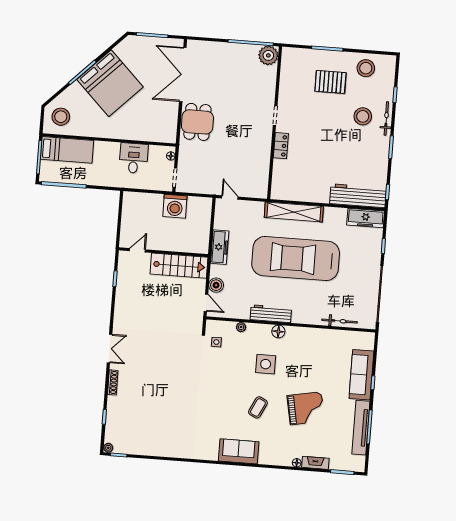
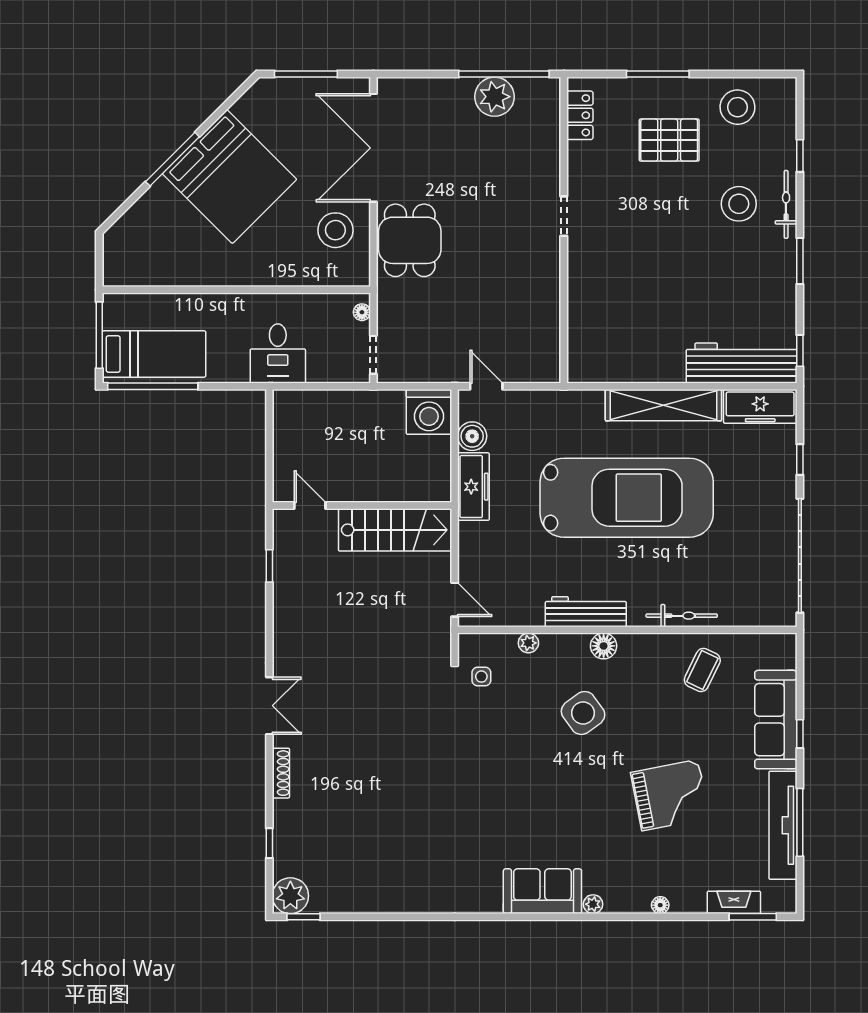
plant: (268, 55) -> (495, 97), moved
stool: (61, 117) -> (335, 230), moved
locker: (281, 146) -> (580, 115), moved
bed: (67, 150) -> (154, 354), moved
desk: (134, 158) -> (278, 354), moved, turned 180
washing machine: (175, 206) -> (429, 412), moved
shelving: (294, 212) -> (663, 405), moved
door: (137, 250) -> (310, 506), hinge flipped
car: (296, 258) -> (627, 498), turned 180
boiler: (216, 285) -> (472, 436), moved
bicycle: (339, 321) -> (682, 616), moved
side table: (266, 364) -> (583, 713), turned -36
coffee table: (258, 407) -> (702, 670), moved
plant: (108, 448) -> (290, 896), width x1.88, depth x1.88
plant: (263, 460) -> (593, 904), added
fireplace: (315, 463) -> (734, 902), moved

